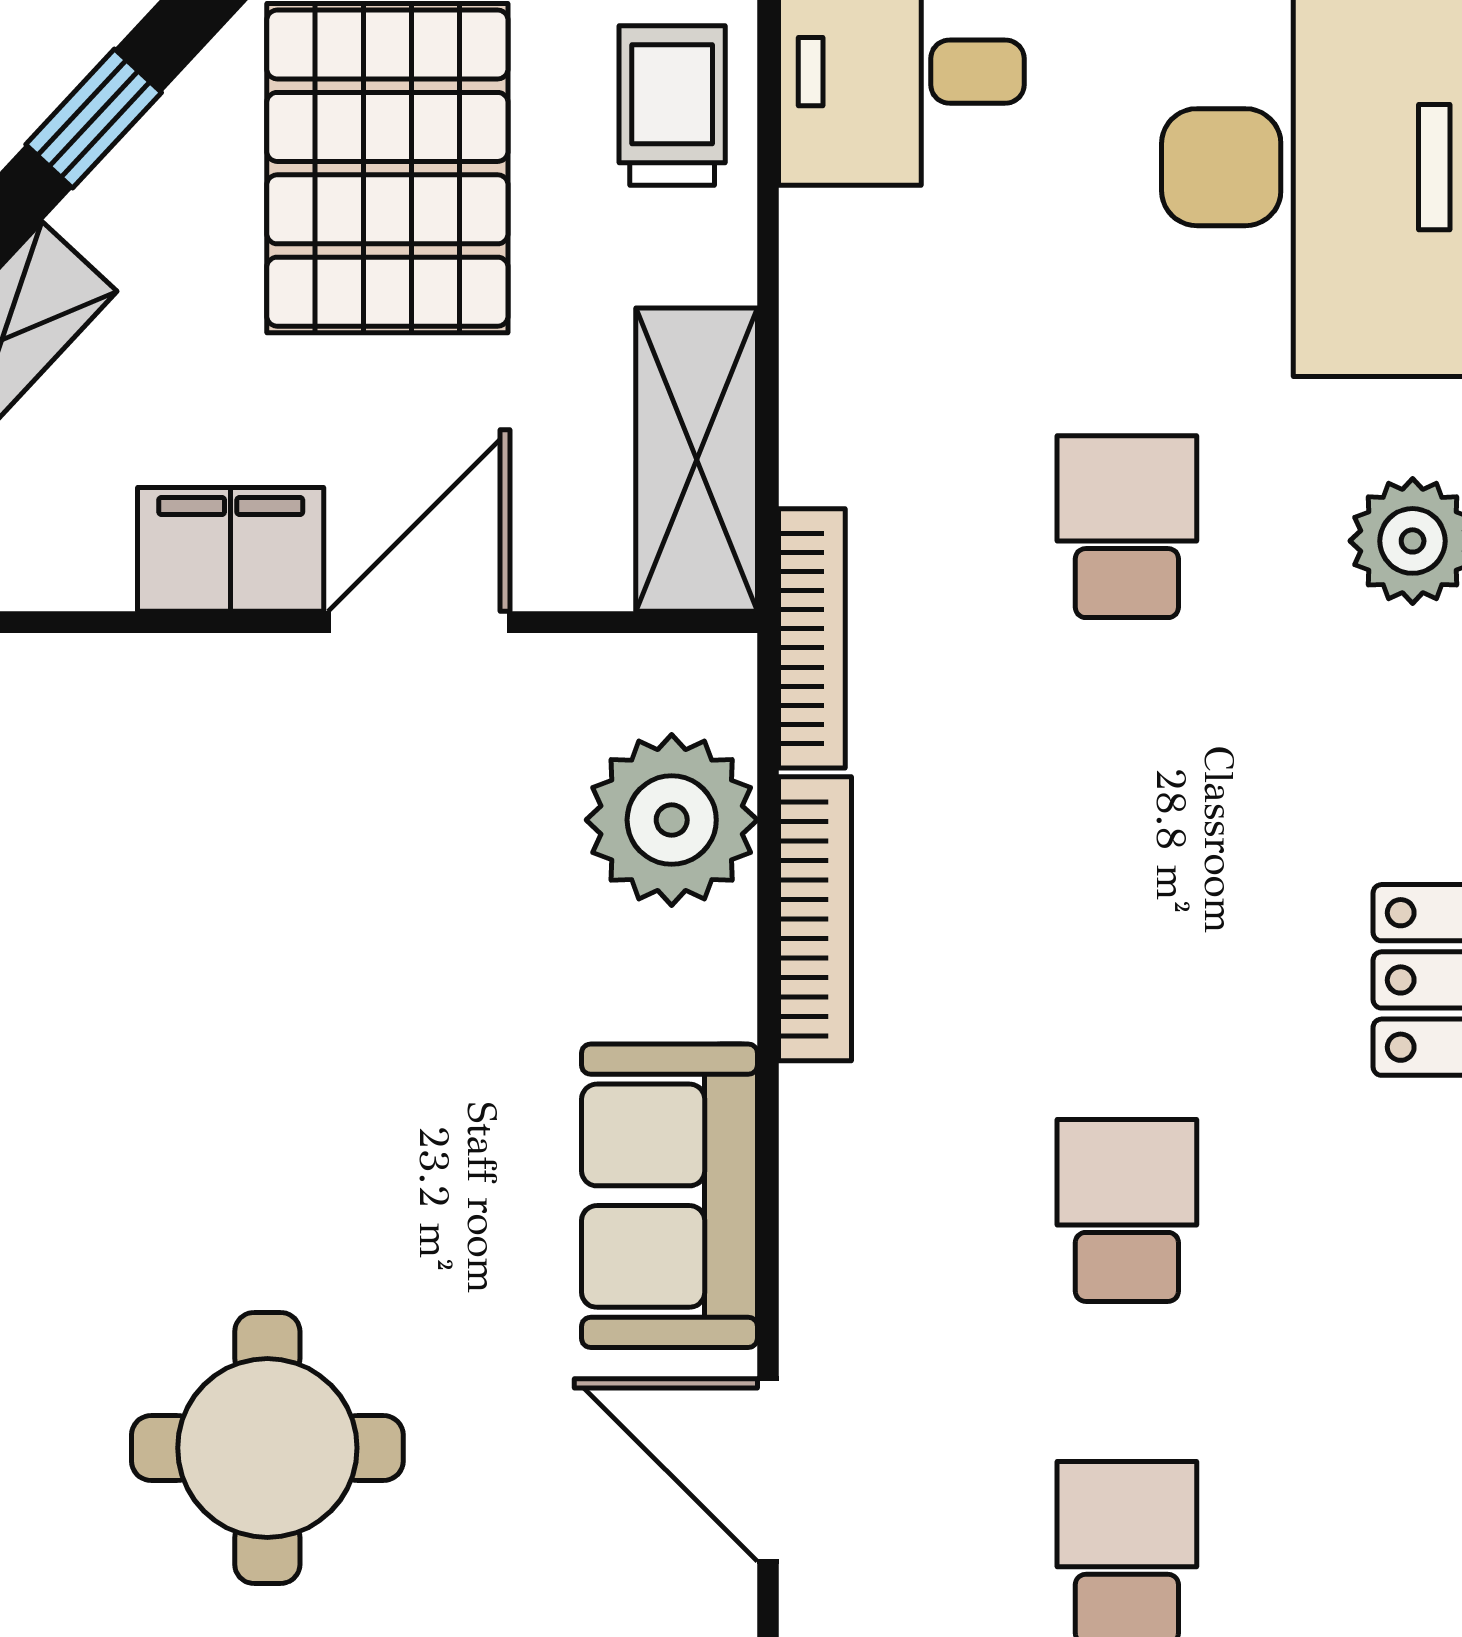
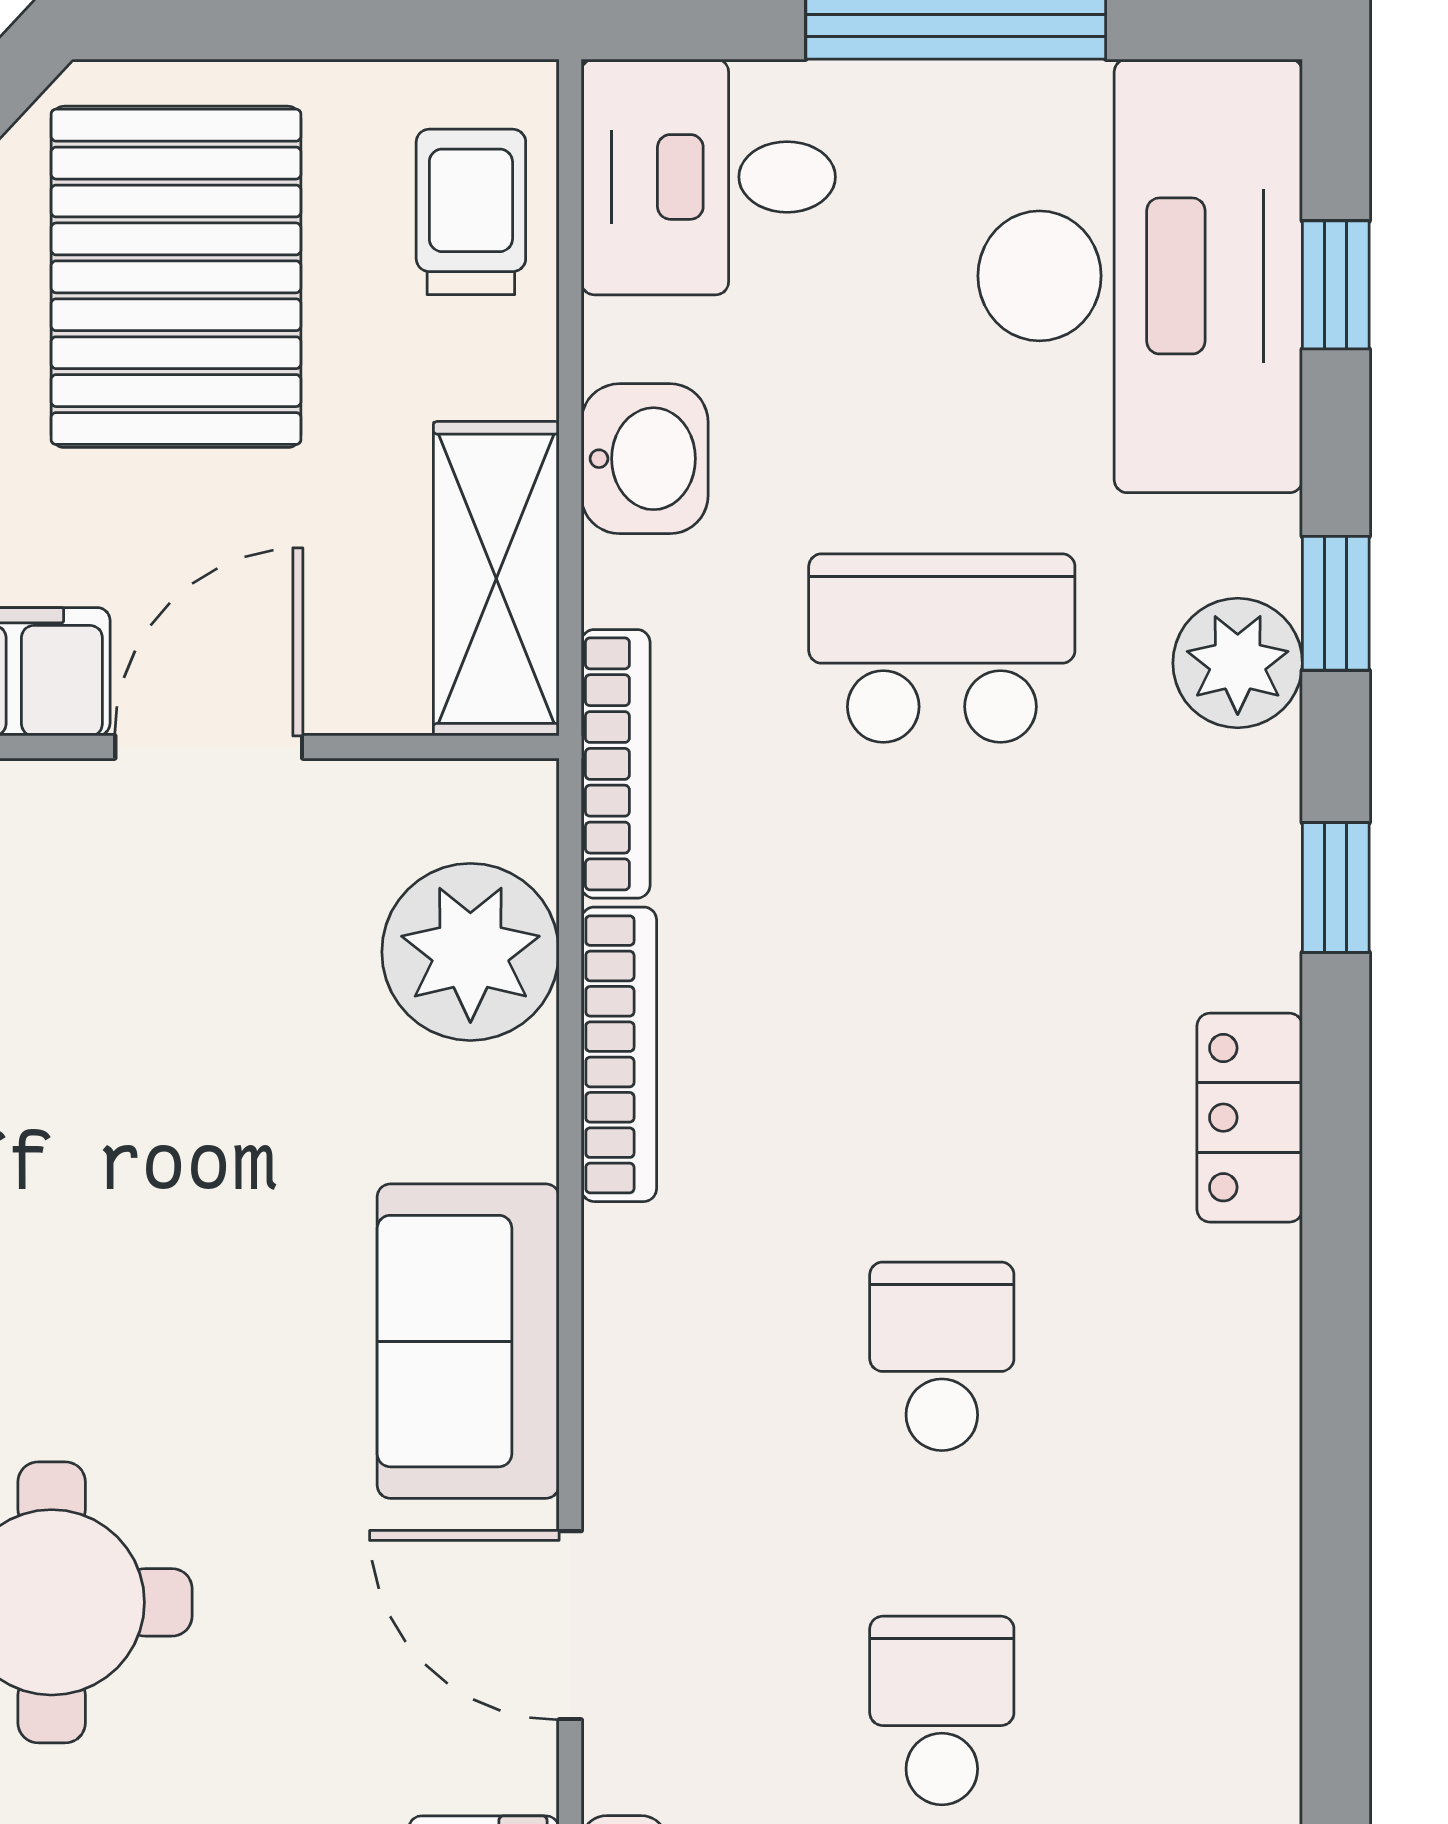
washbasin: (840, 344) -> (645, 459), added
school desk: (1127, 527) -> (942, 648), width x1.85

